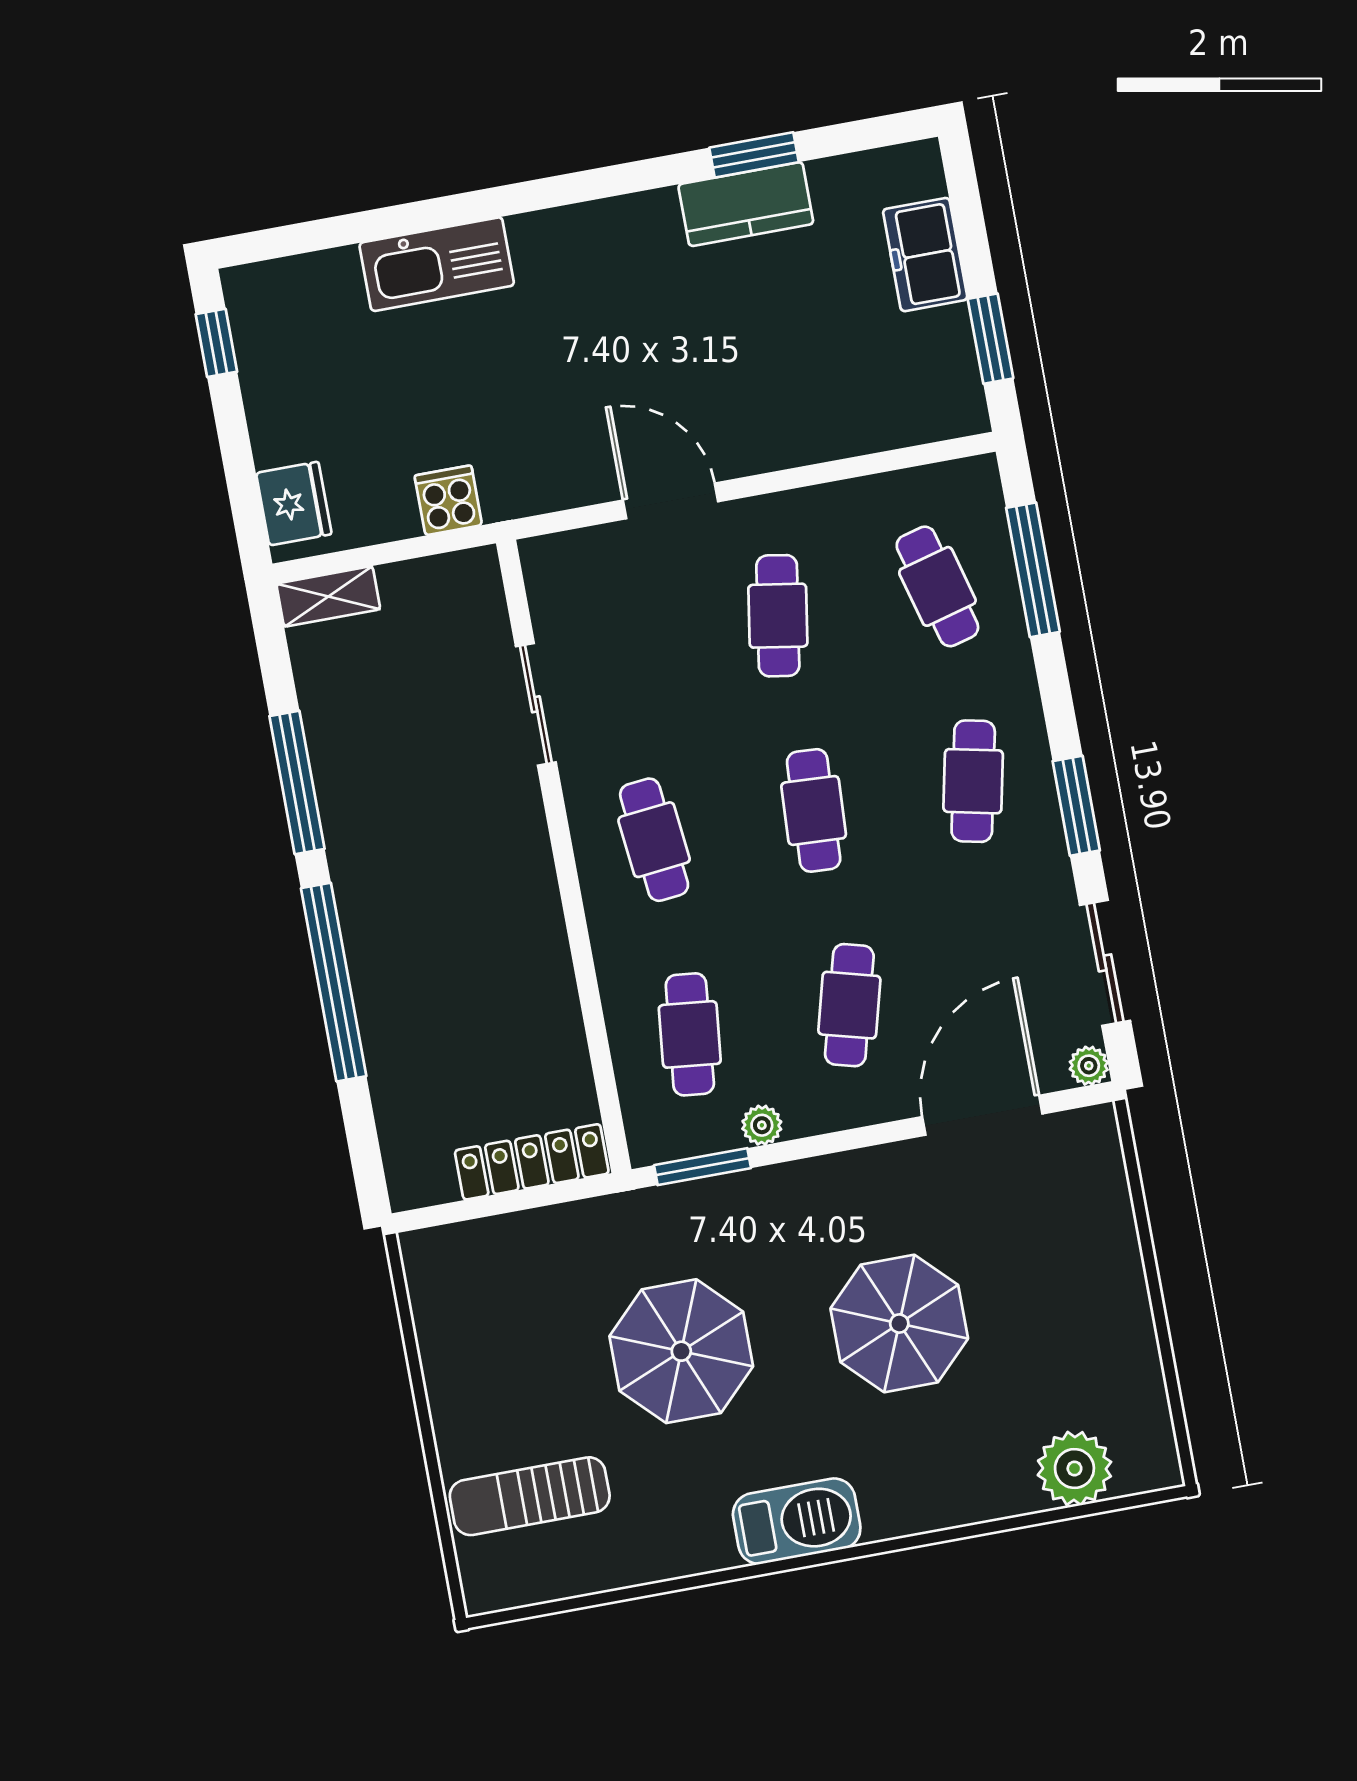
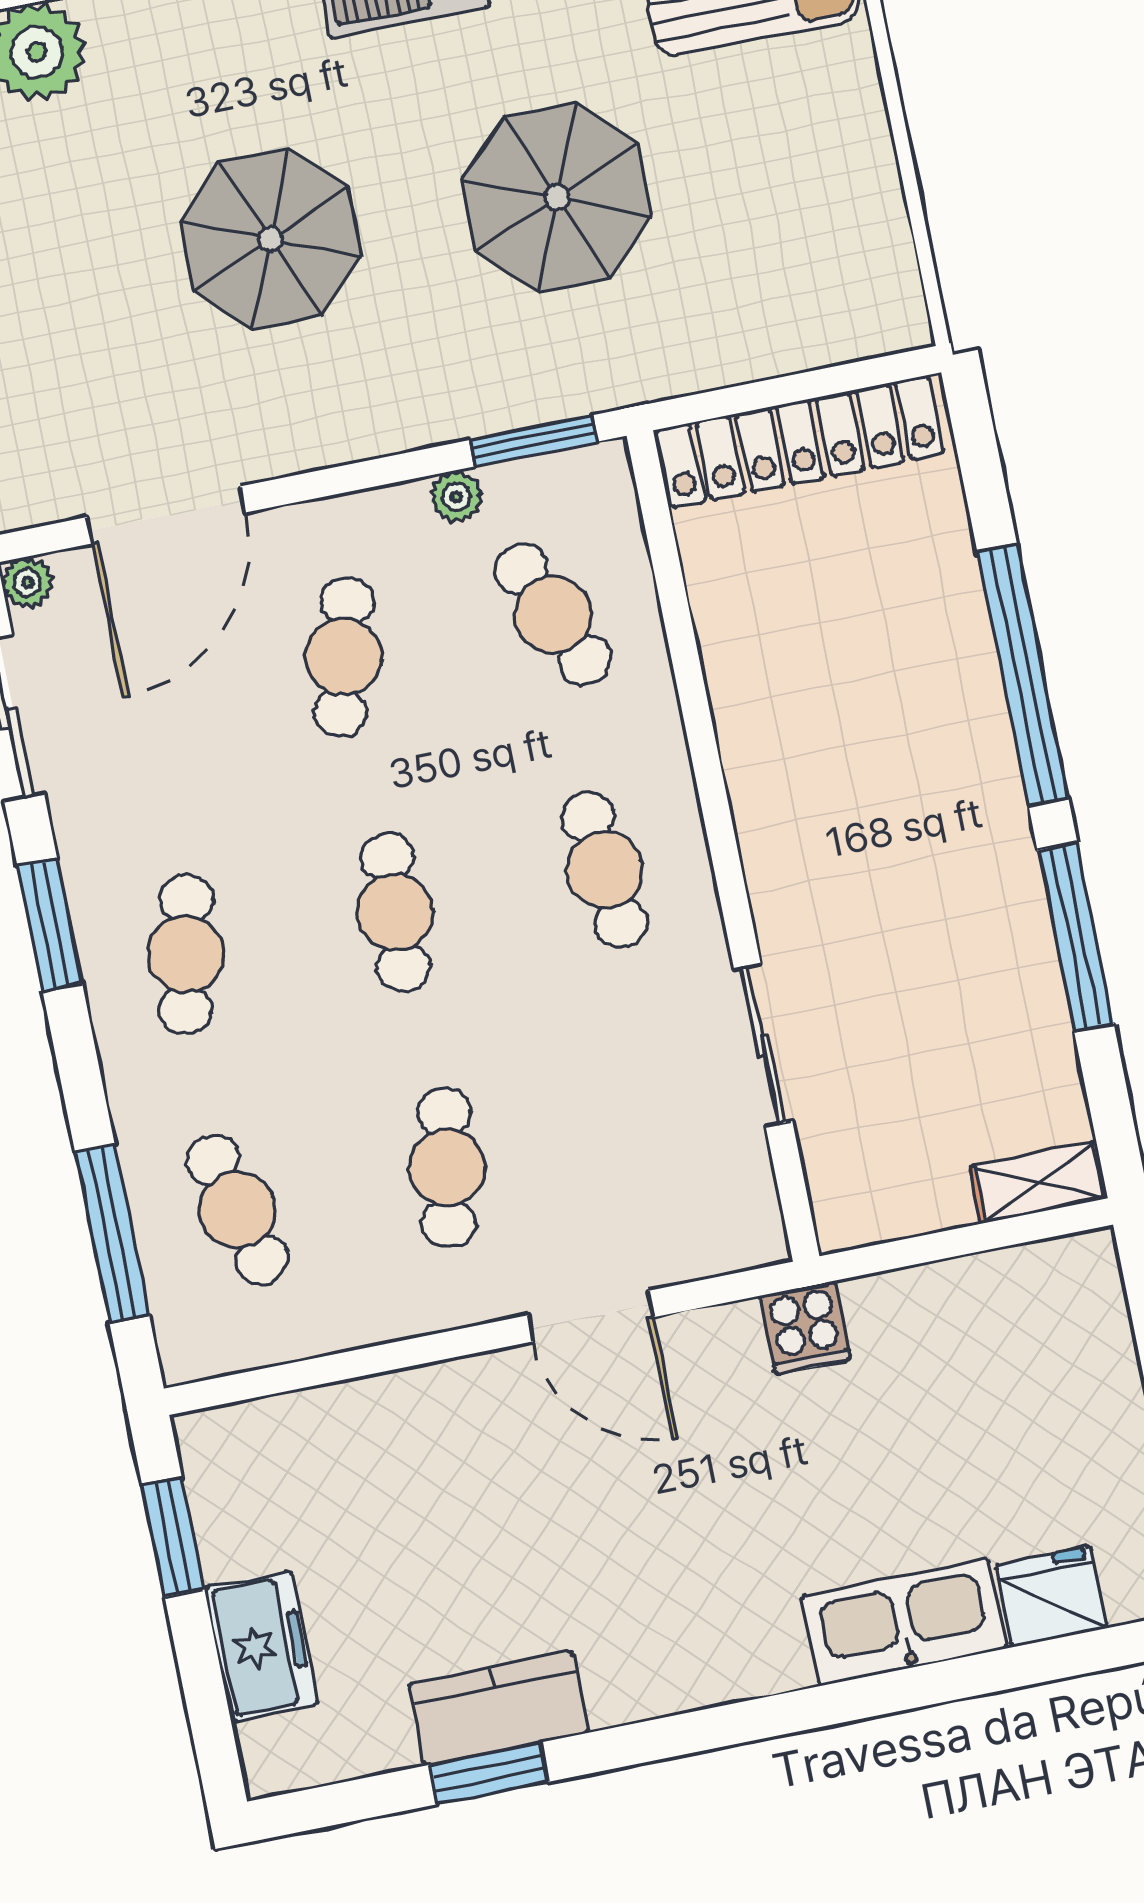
cooker: (448, 500) -> (805, 1328), moved
fridge: (294, 504) -> (1051, 1597), moved, turned 90
cafe table: (690, 1034) -> (553, 615), turned -30
locker: (532, 1162) -> (800, 442), width x1.41, depth x1.21

